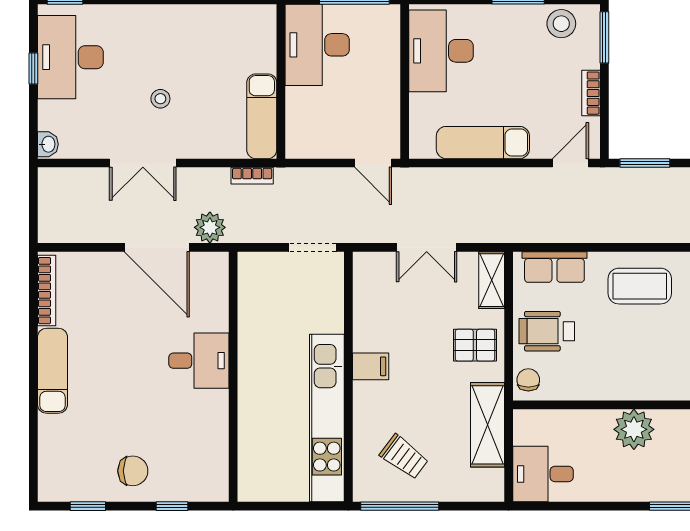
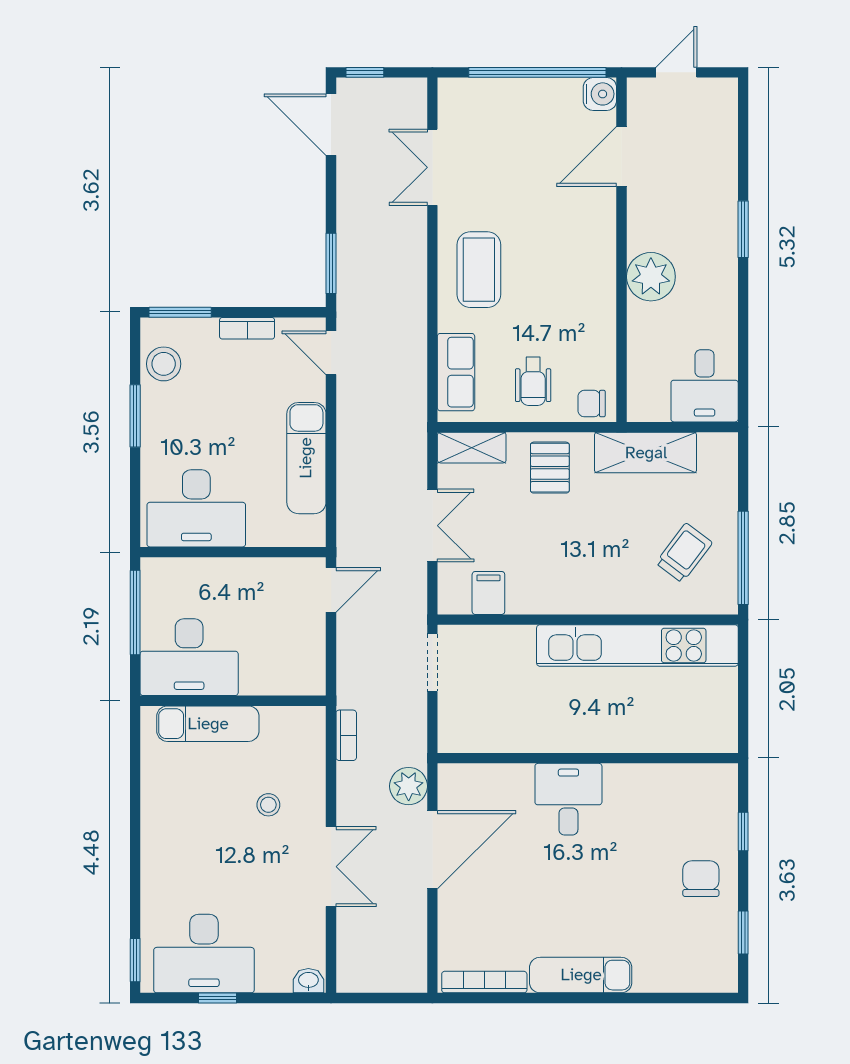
stool: (160, 99) -> (268, 805), moved
exam couch: (262, 116) -> (208, 724), moved
wheelchair: (547, 331) -> (533, 381), width x0.73, depth x0.73
filing cabinet: (371, 366) -> (488, 593), moved

